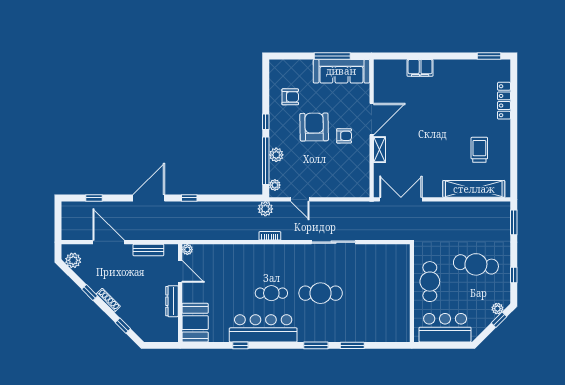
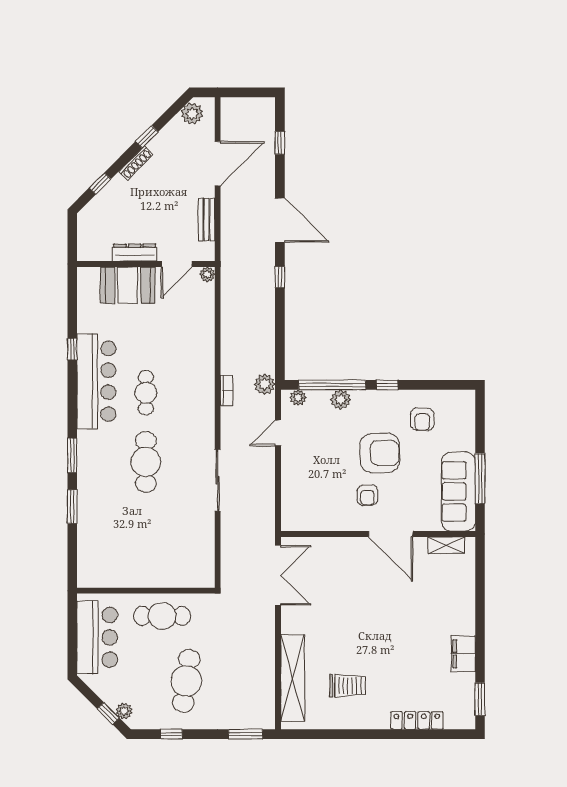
filing cabinet: (420, 68) -> (463, 654), moved
shelving: (380, 150) -> (446, 545), moved
booth: (195, 323) -> (128, 285), moved

